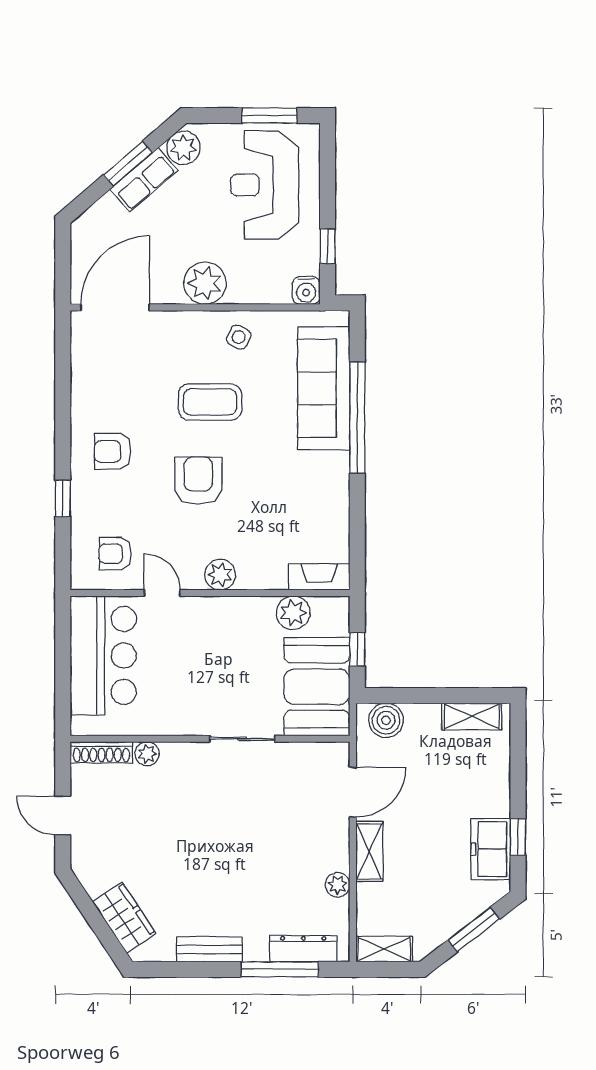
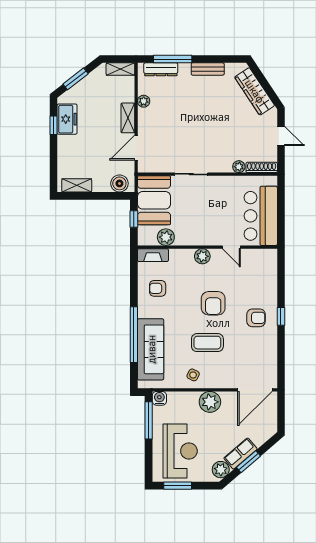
window: (328, 246) -> (149, 420), width x2.17
window: (63, 498) -> (281, 316), moved
armchair: (115, 554) -> (158, 288), moved, turned 180
wardrobe: (124, 917) -> (255, 91), width x1.50

